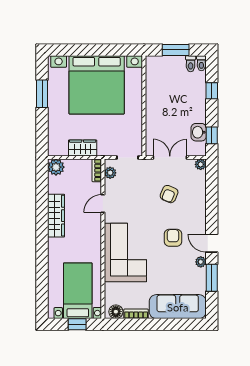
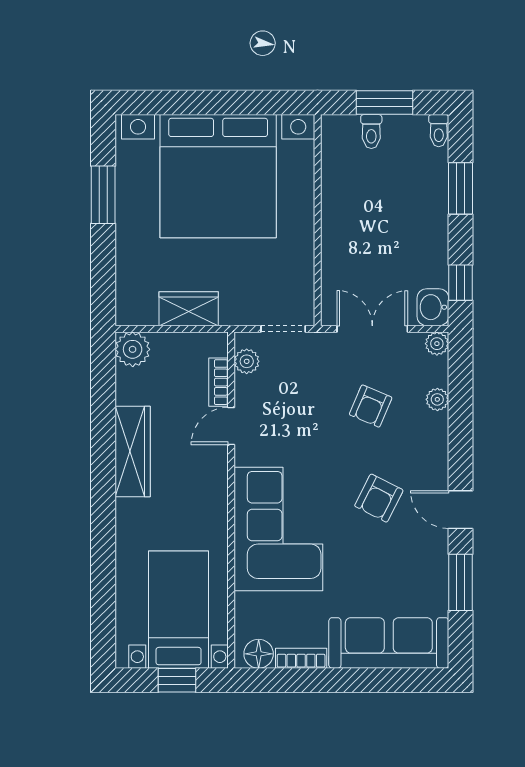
toilet: (191, 64) -> (371, 132), moved
window: (212, 91) -> (461, 188), width x1.50
washbasin: (199, 132) -> (433, 307), moved
bookcase: (97, 170) -> (219, 382), moved
armchair: (173, 238) -> (379, 498), turned -153
plant: (201, 262) -> (437, 399), moved

